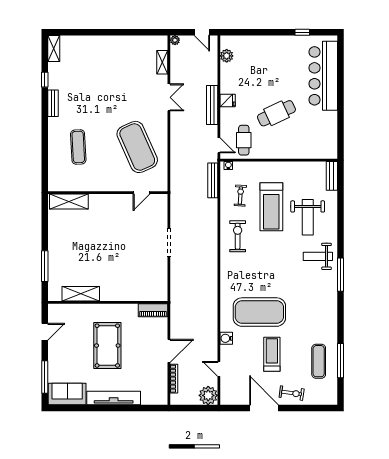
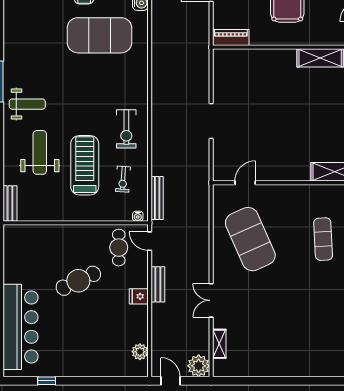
plant: (175, 40) -> (199, 366), width x1.87, depth x1.87
bench: (212, 105) -> (158, 284), width x0.73

